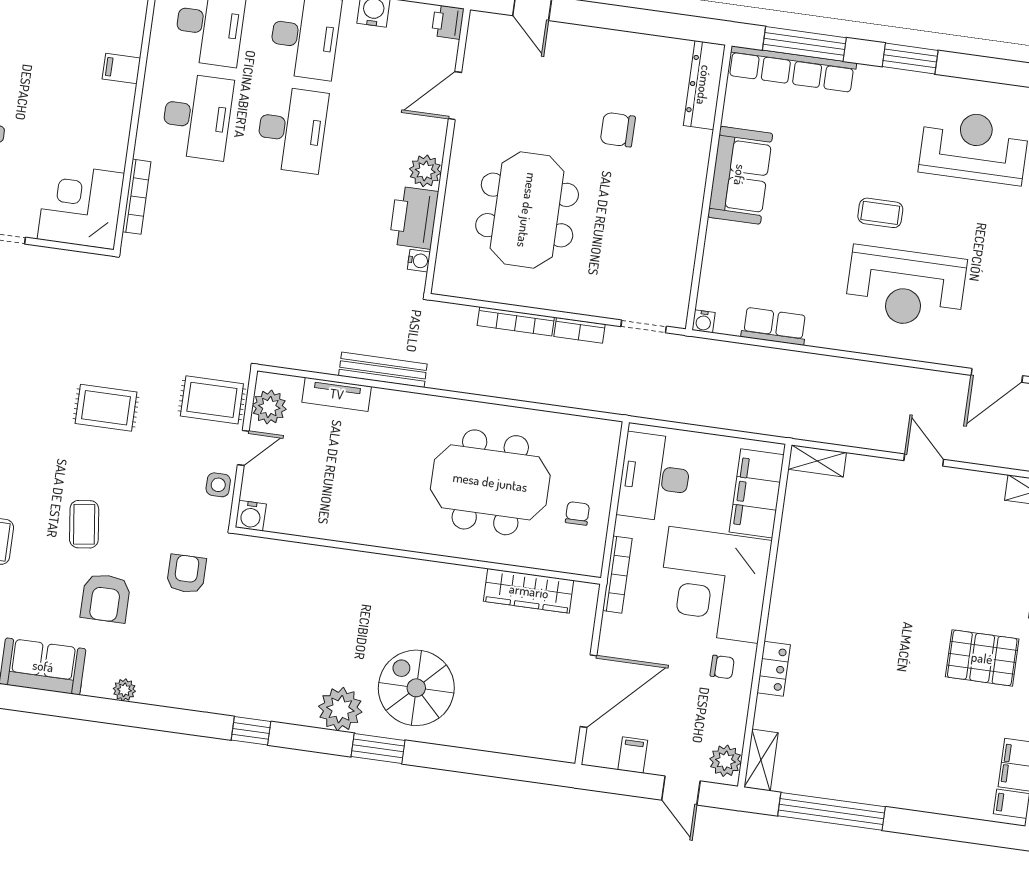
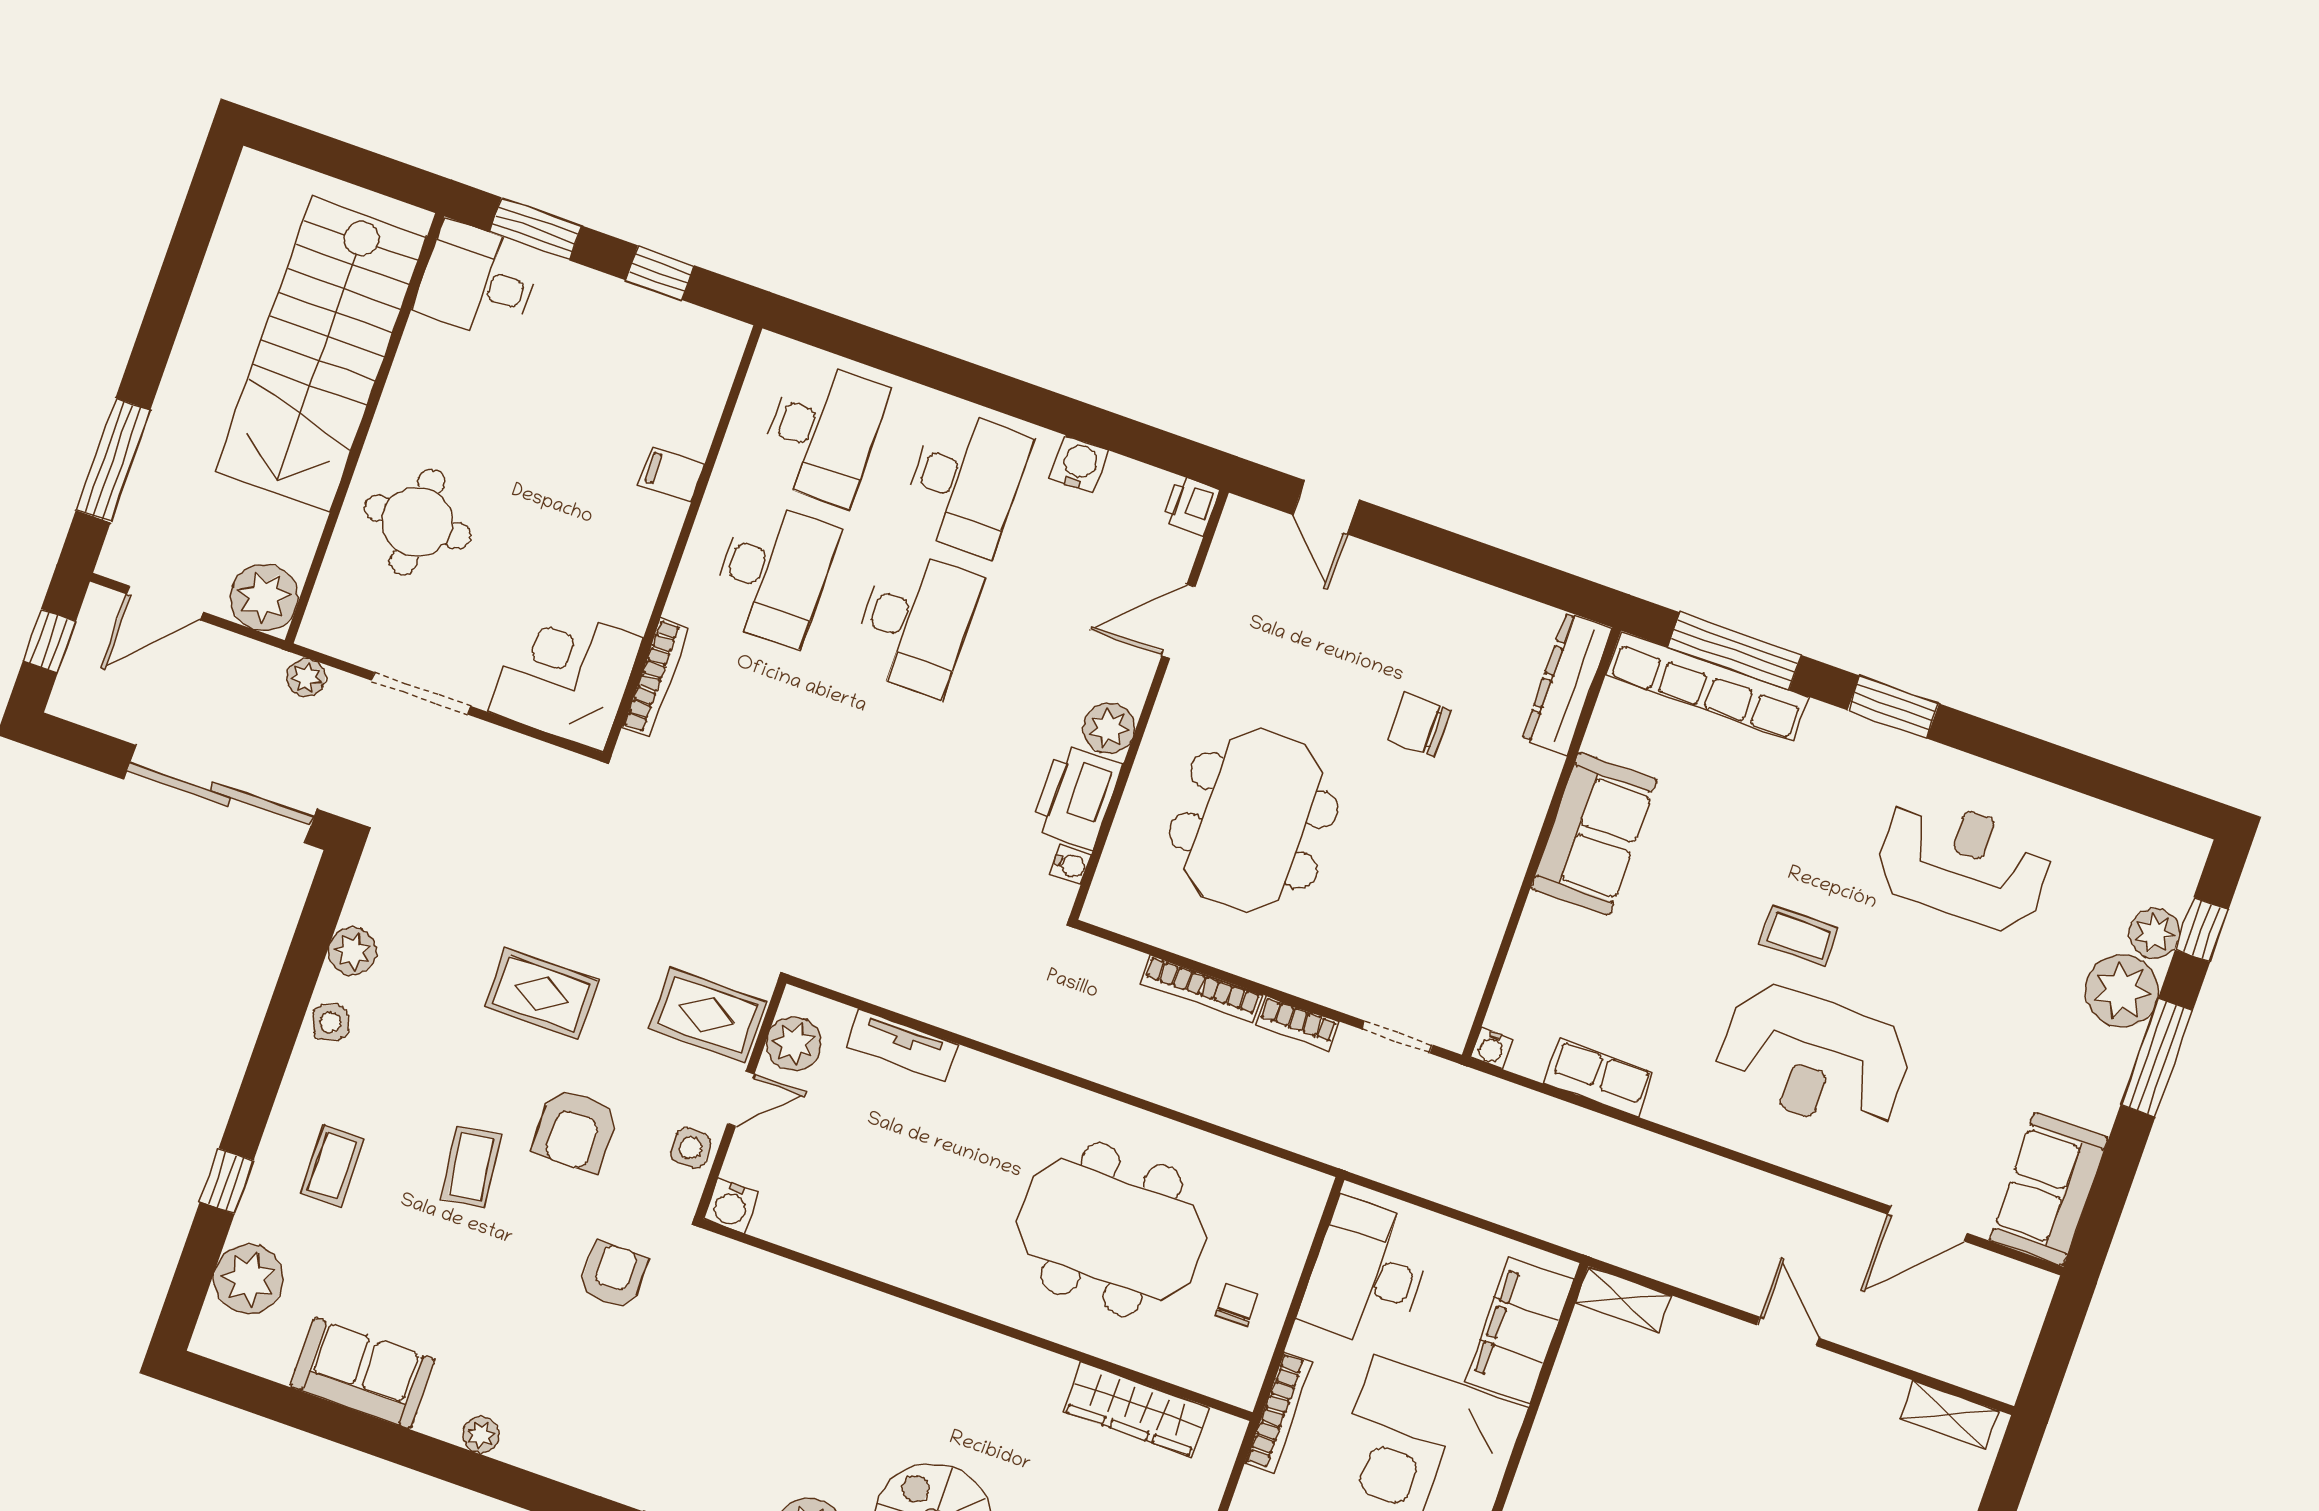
bench: (383, 370) -> (981, 1022), removed
armchair: (106, 598) -> (575, 1130), moved

